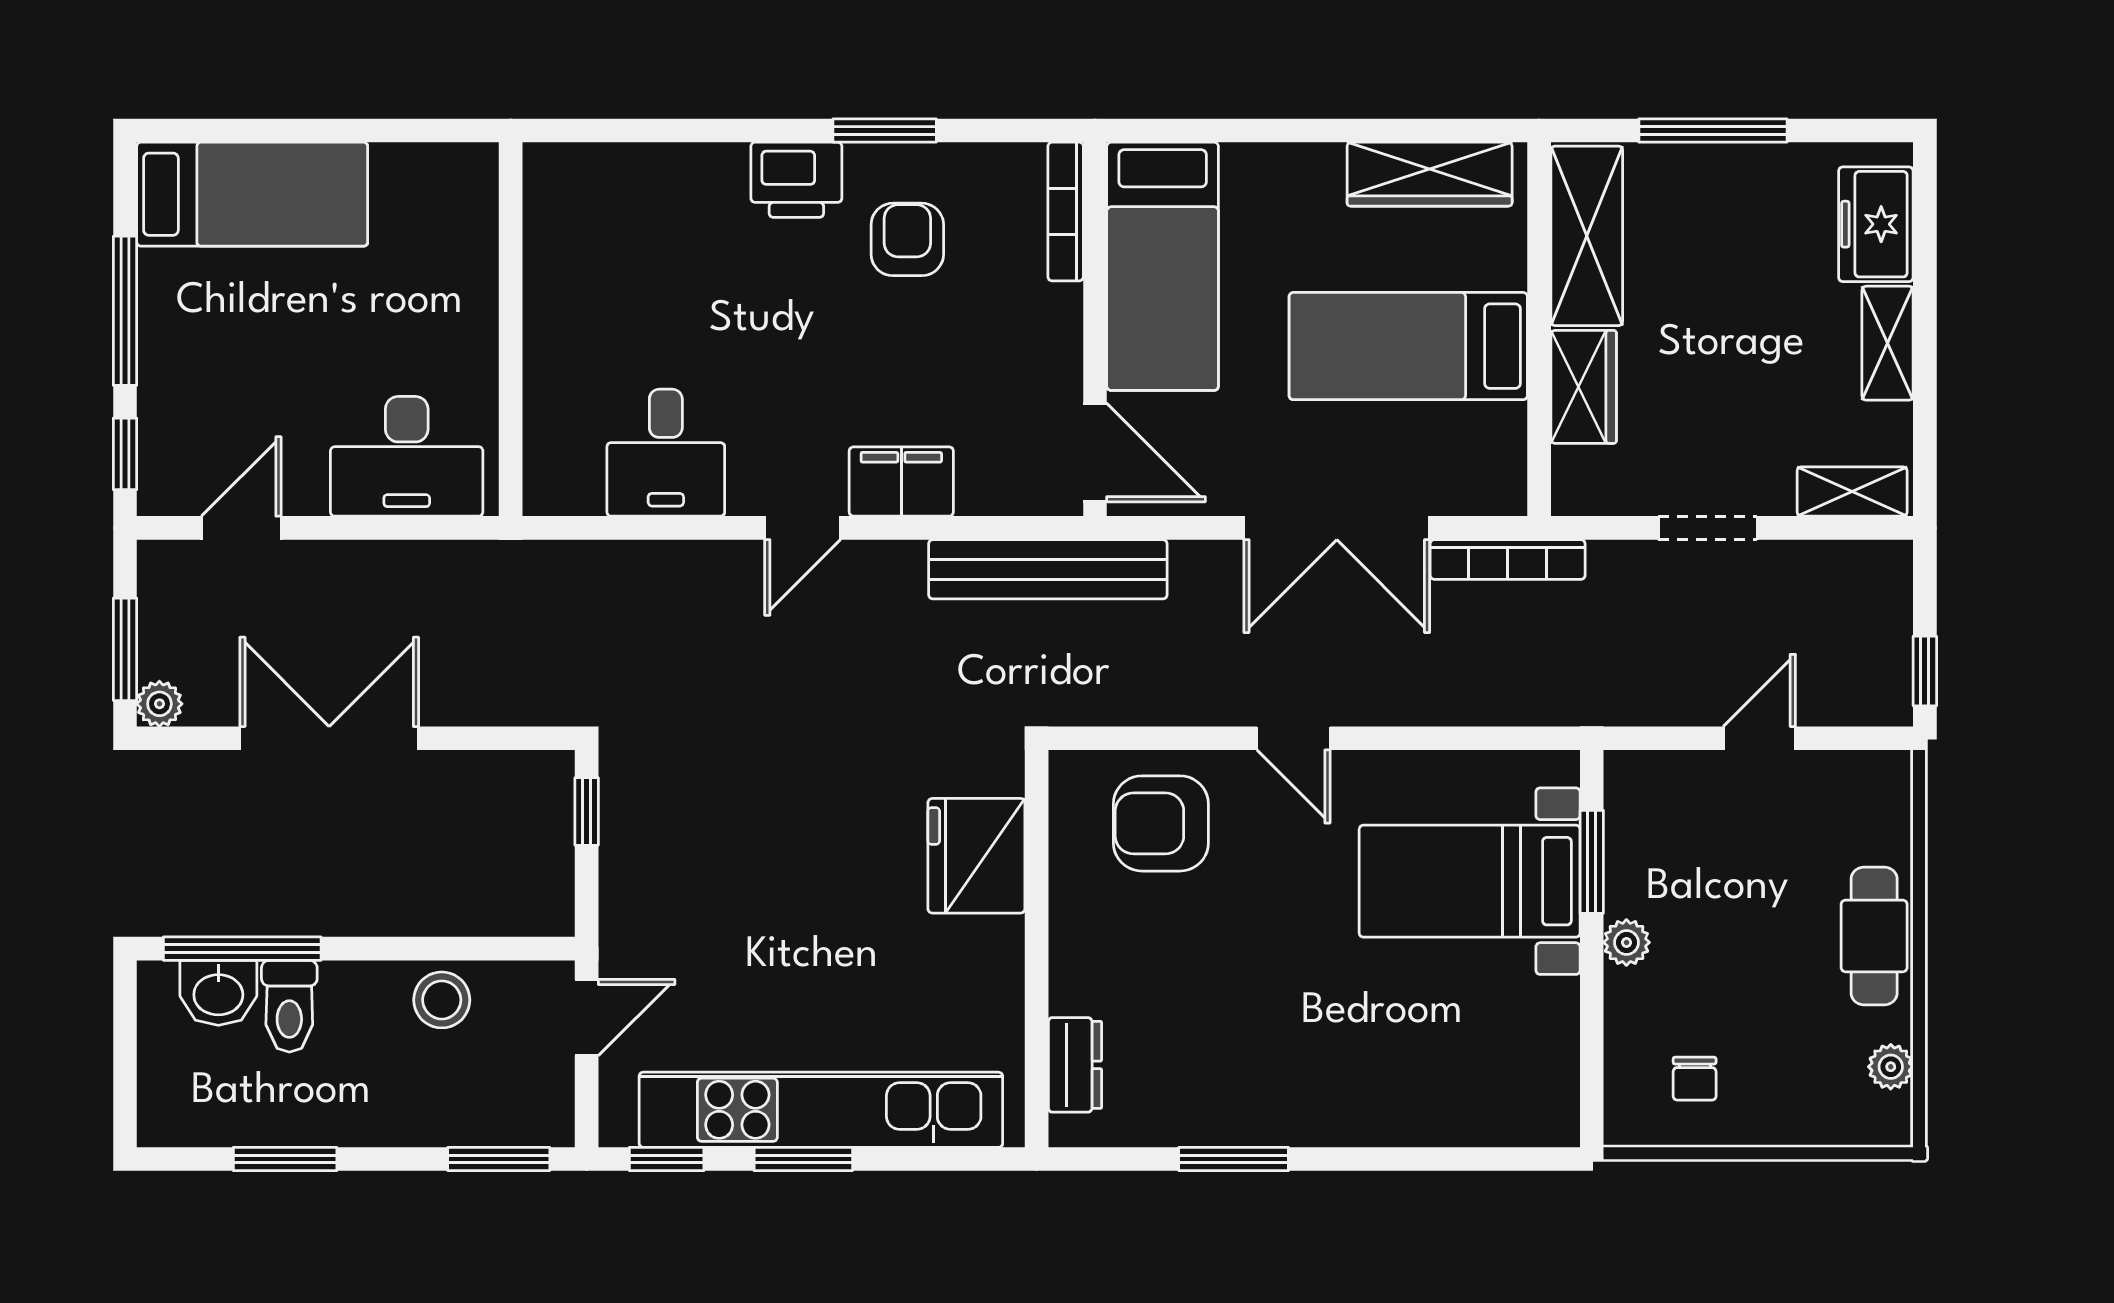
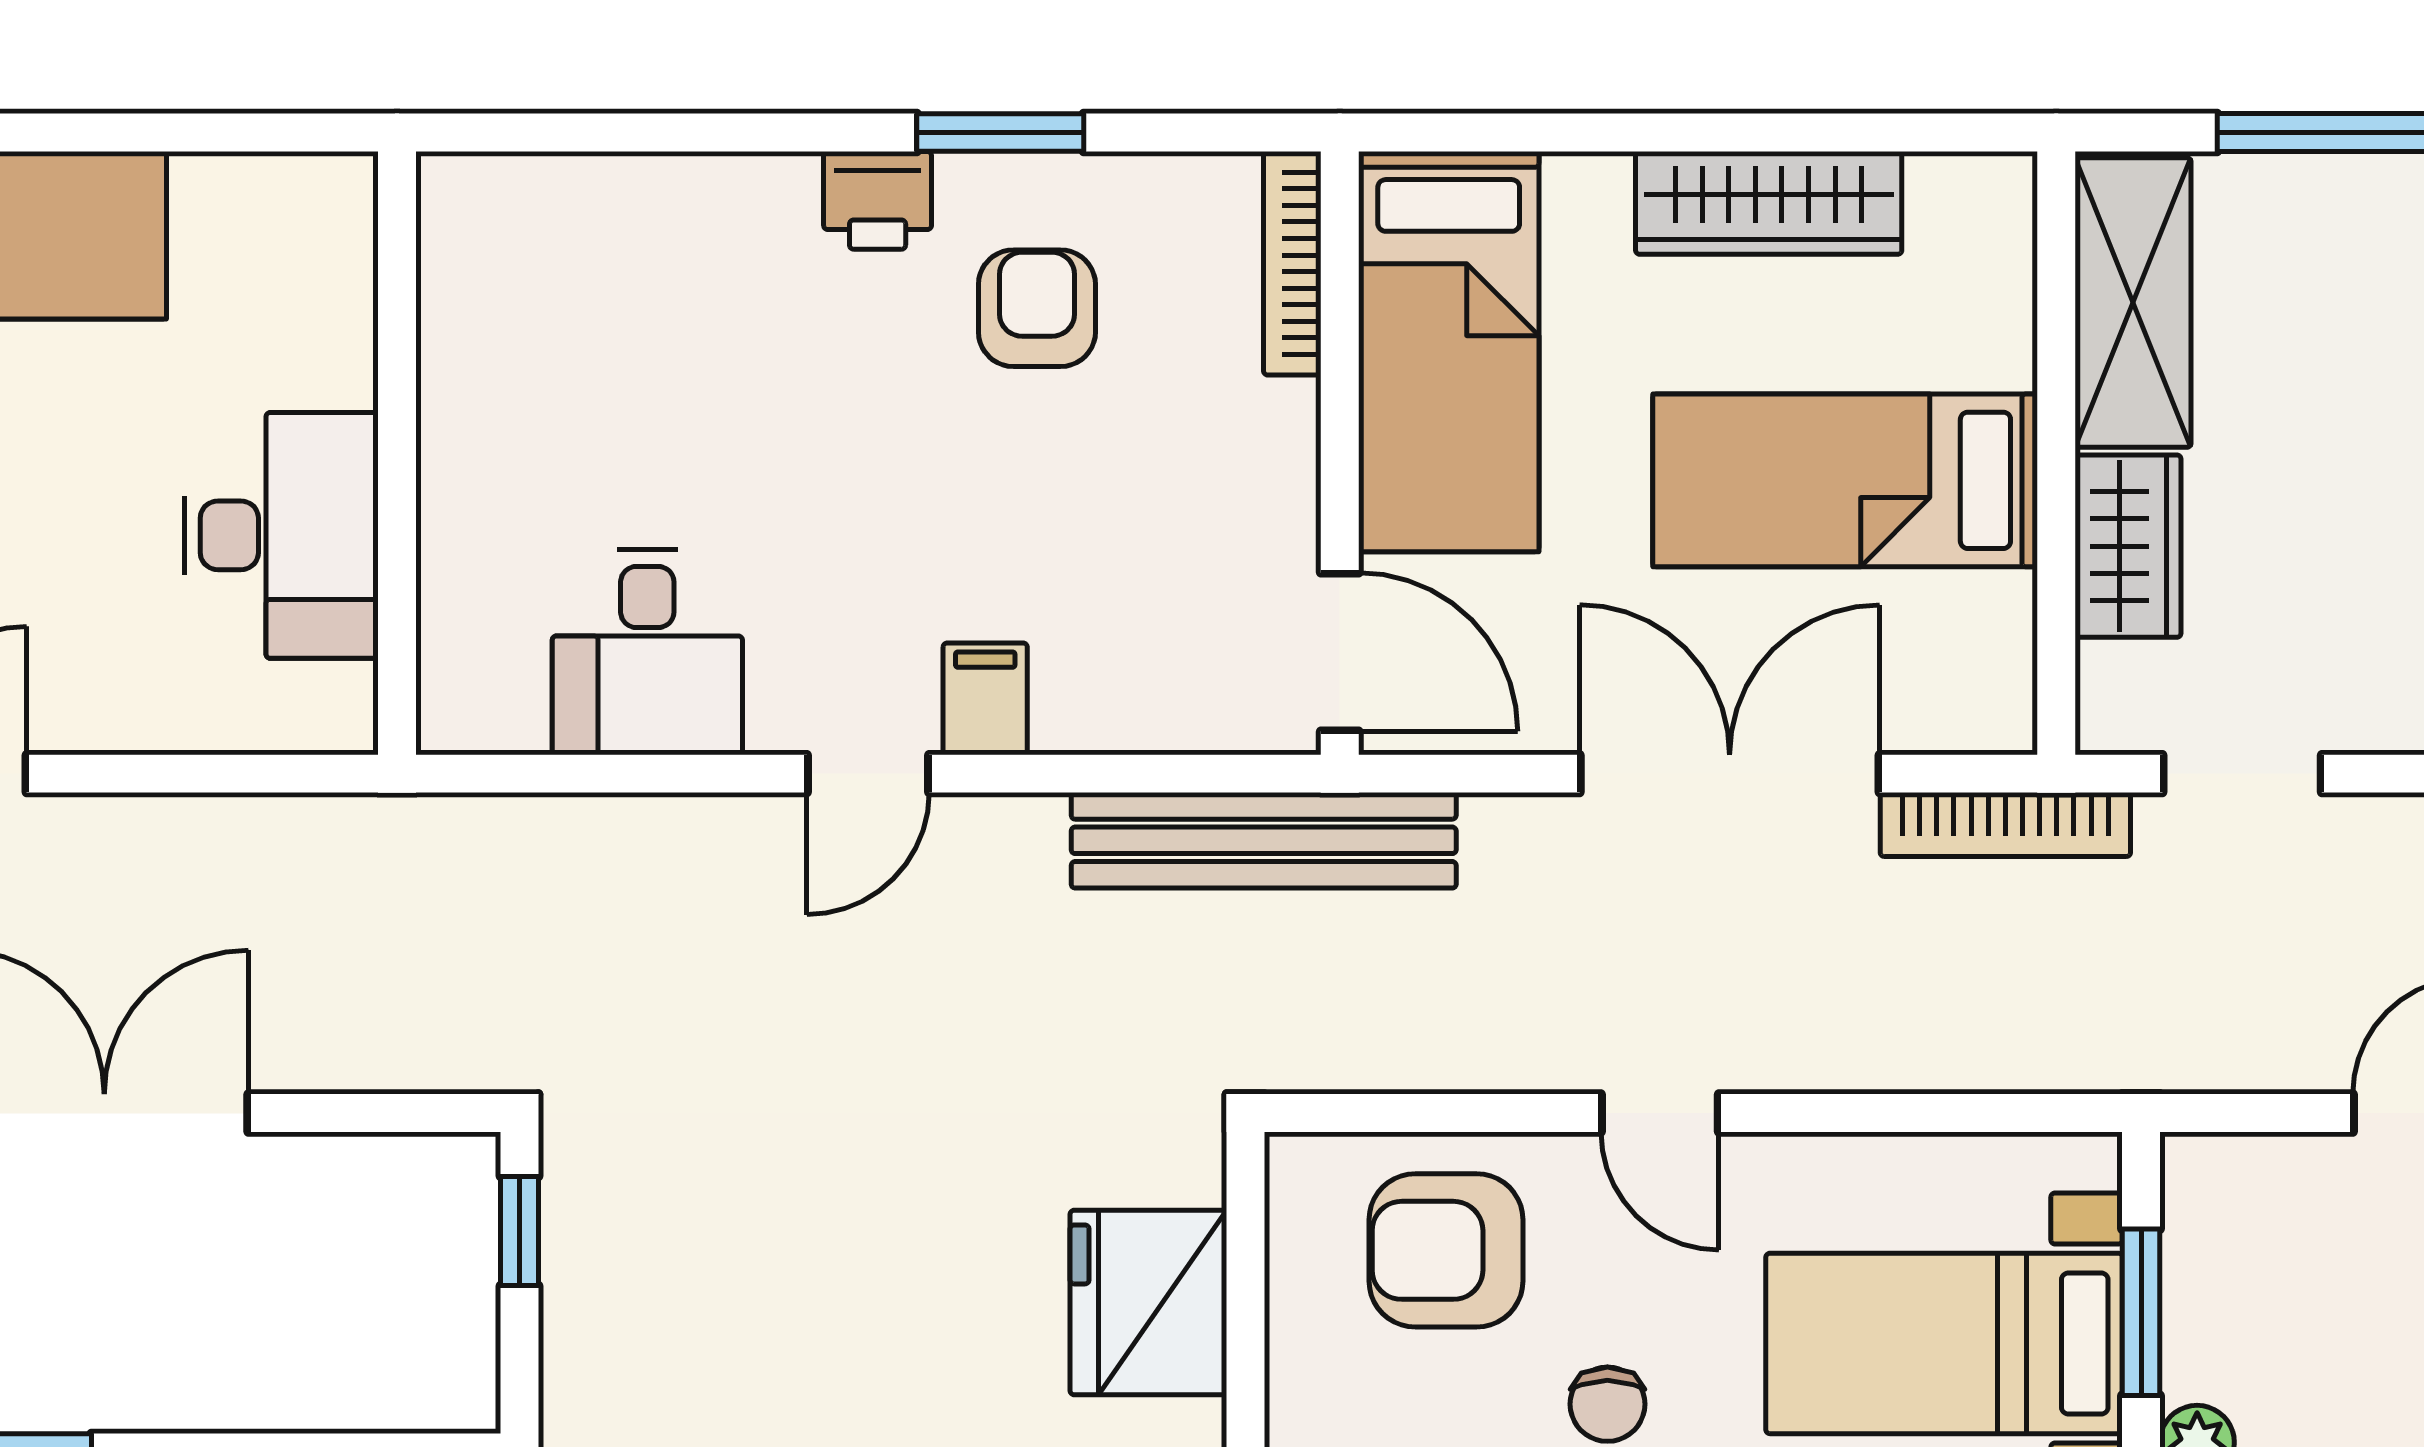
wardrobe: (1430, 174) -> (1769, 203), moved
printer: (796, 180) -> (878, 200), width x0.73, depth x0.81
desk: (407, 456) -> (282, 535), moved, turned -90
filing cabinet: (901, 482) -> (985, 699), width x0.50
double door: (1337, 528) -> (1730, 774), swing flipped
doorway: (1708, 528) -> (2242, 774), moved
chair: (1261, 919) -> (1607, 1404), added

